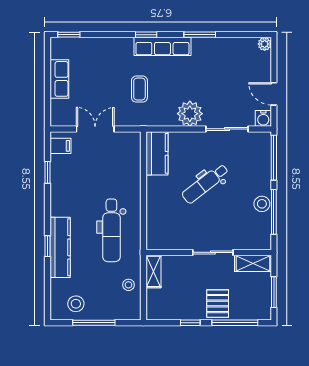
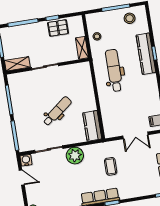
stool: (262, 204) -> (18, 104), removed
pallet: (218, 304) -> (58, 28), moved, turned 90

